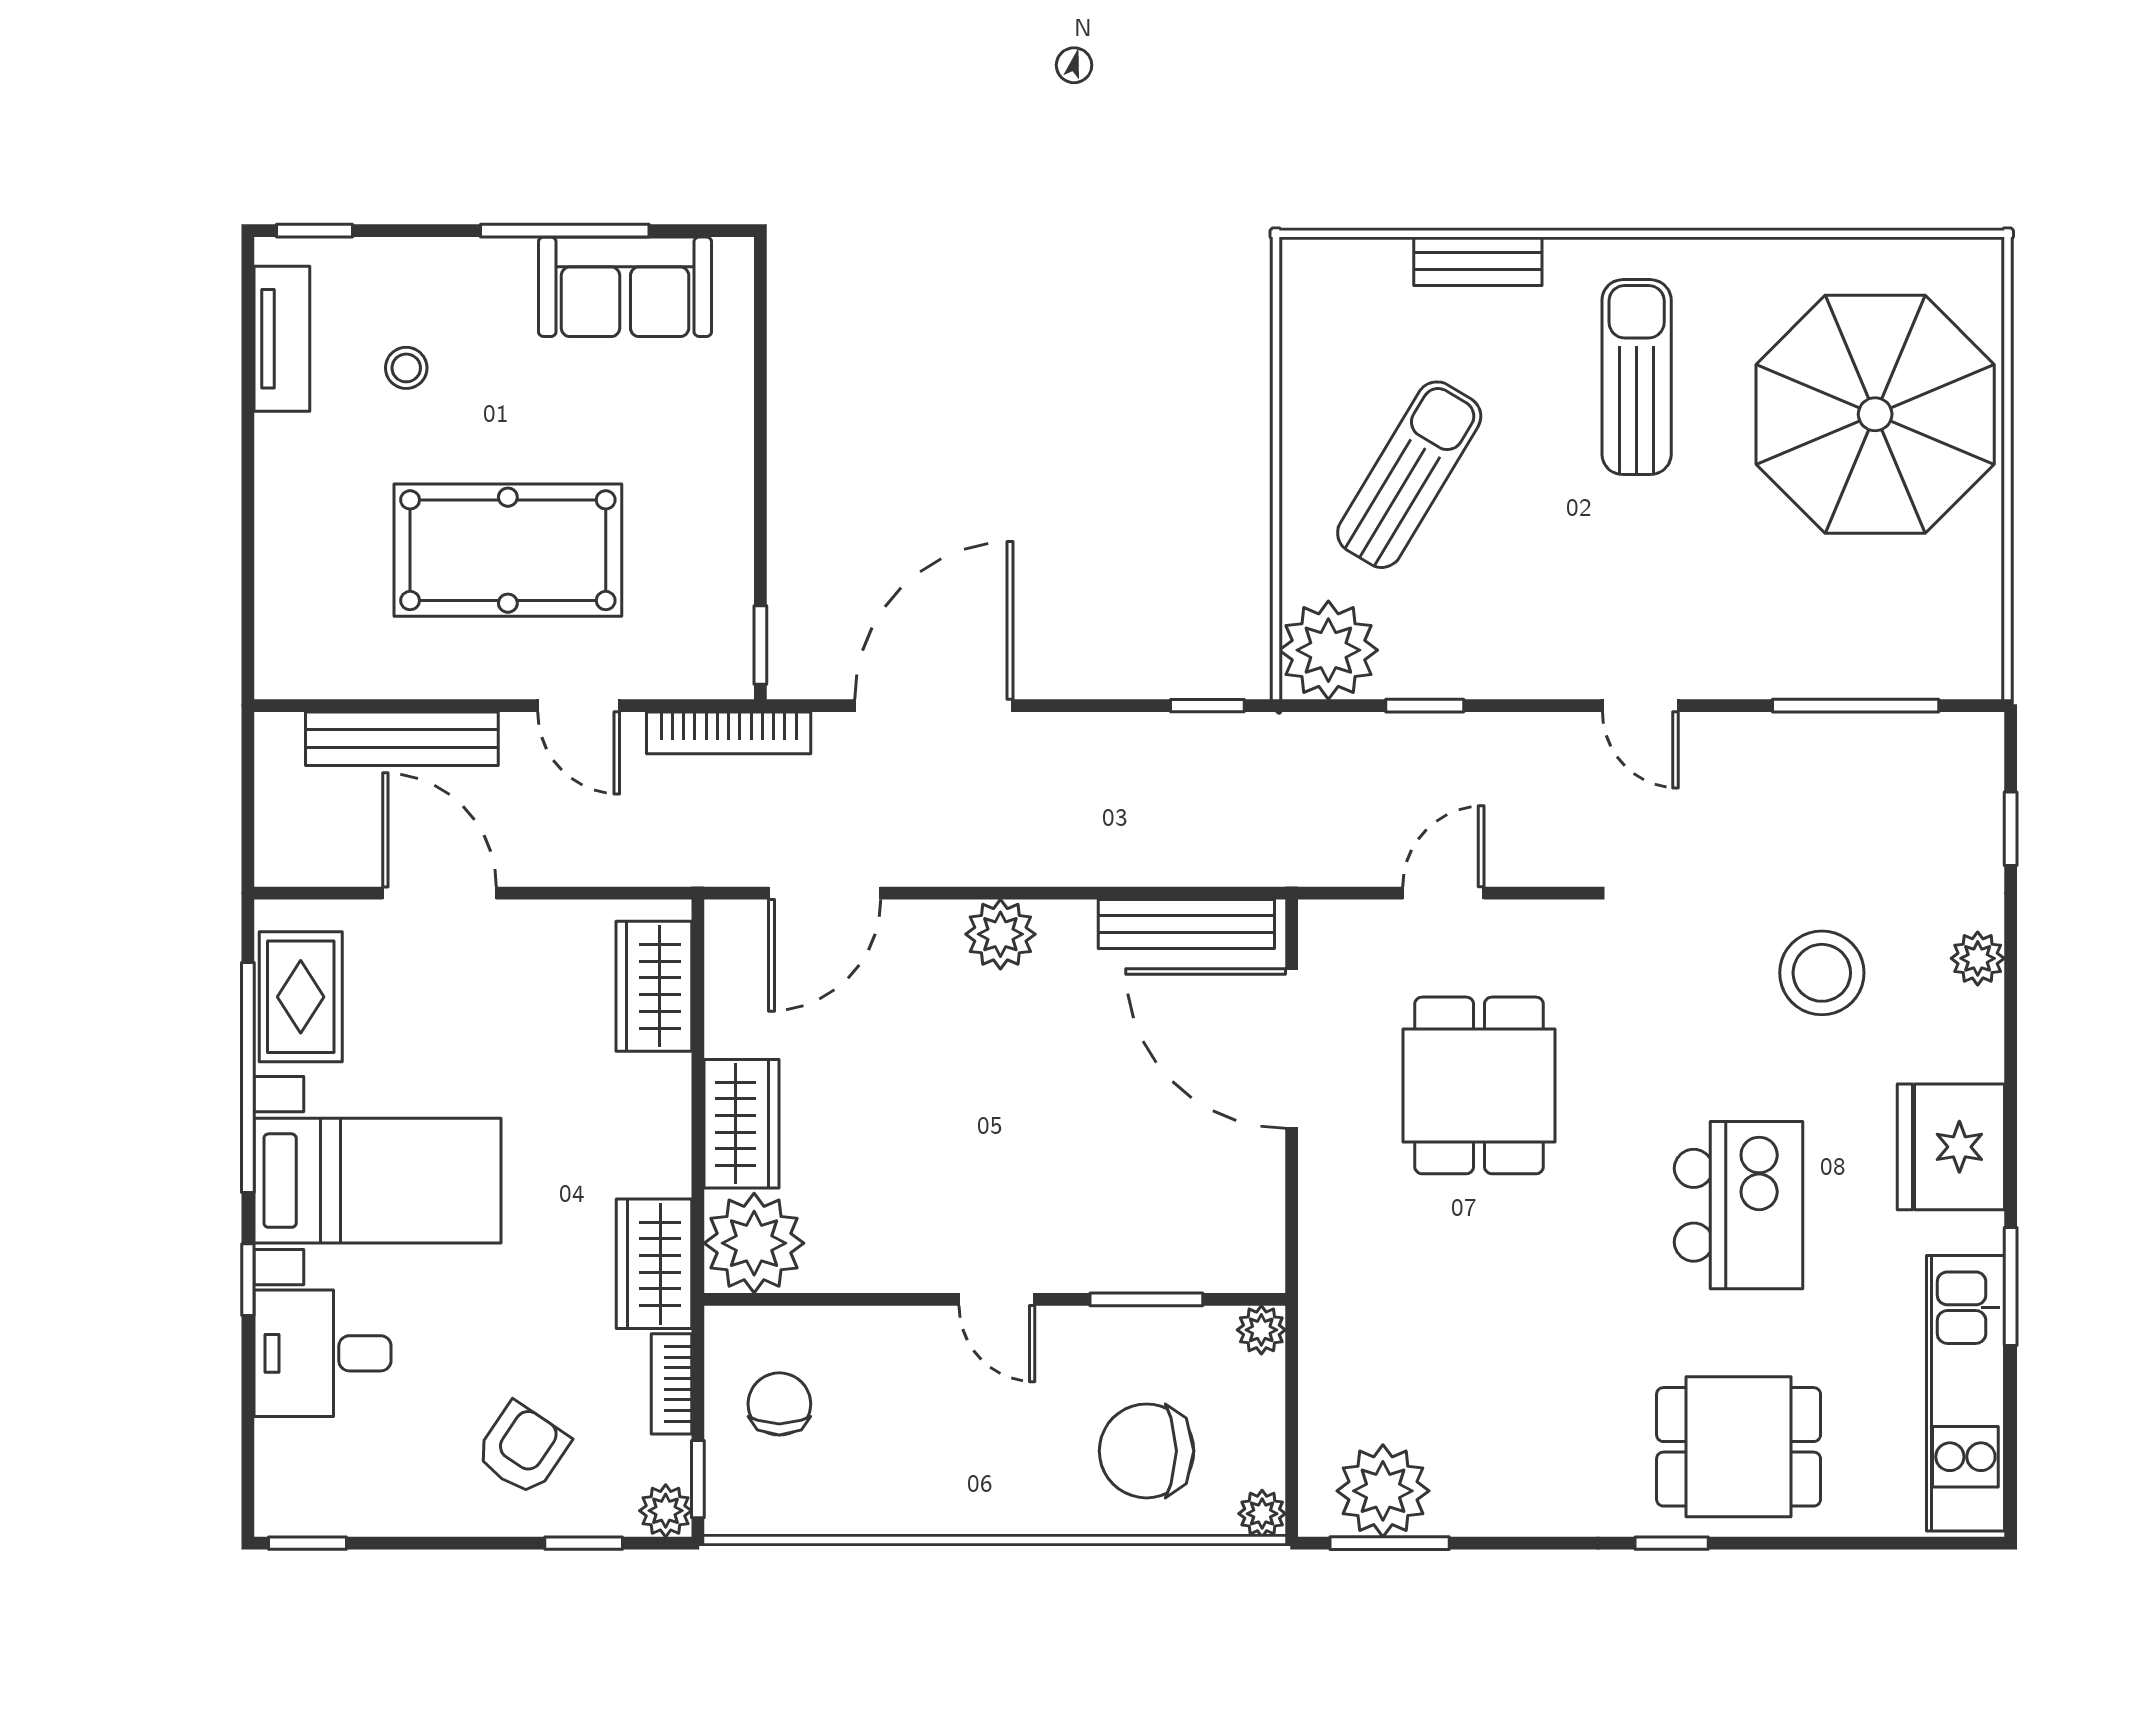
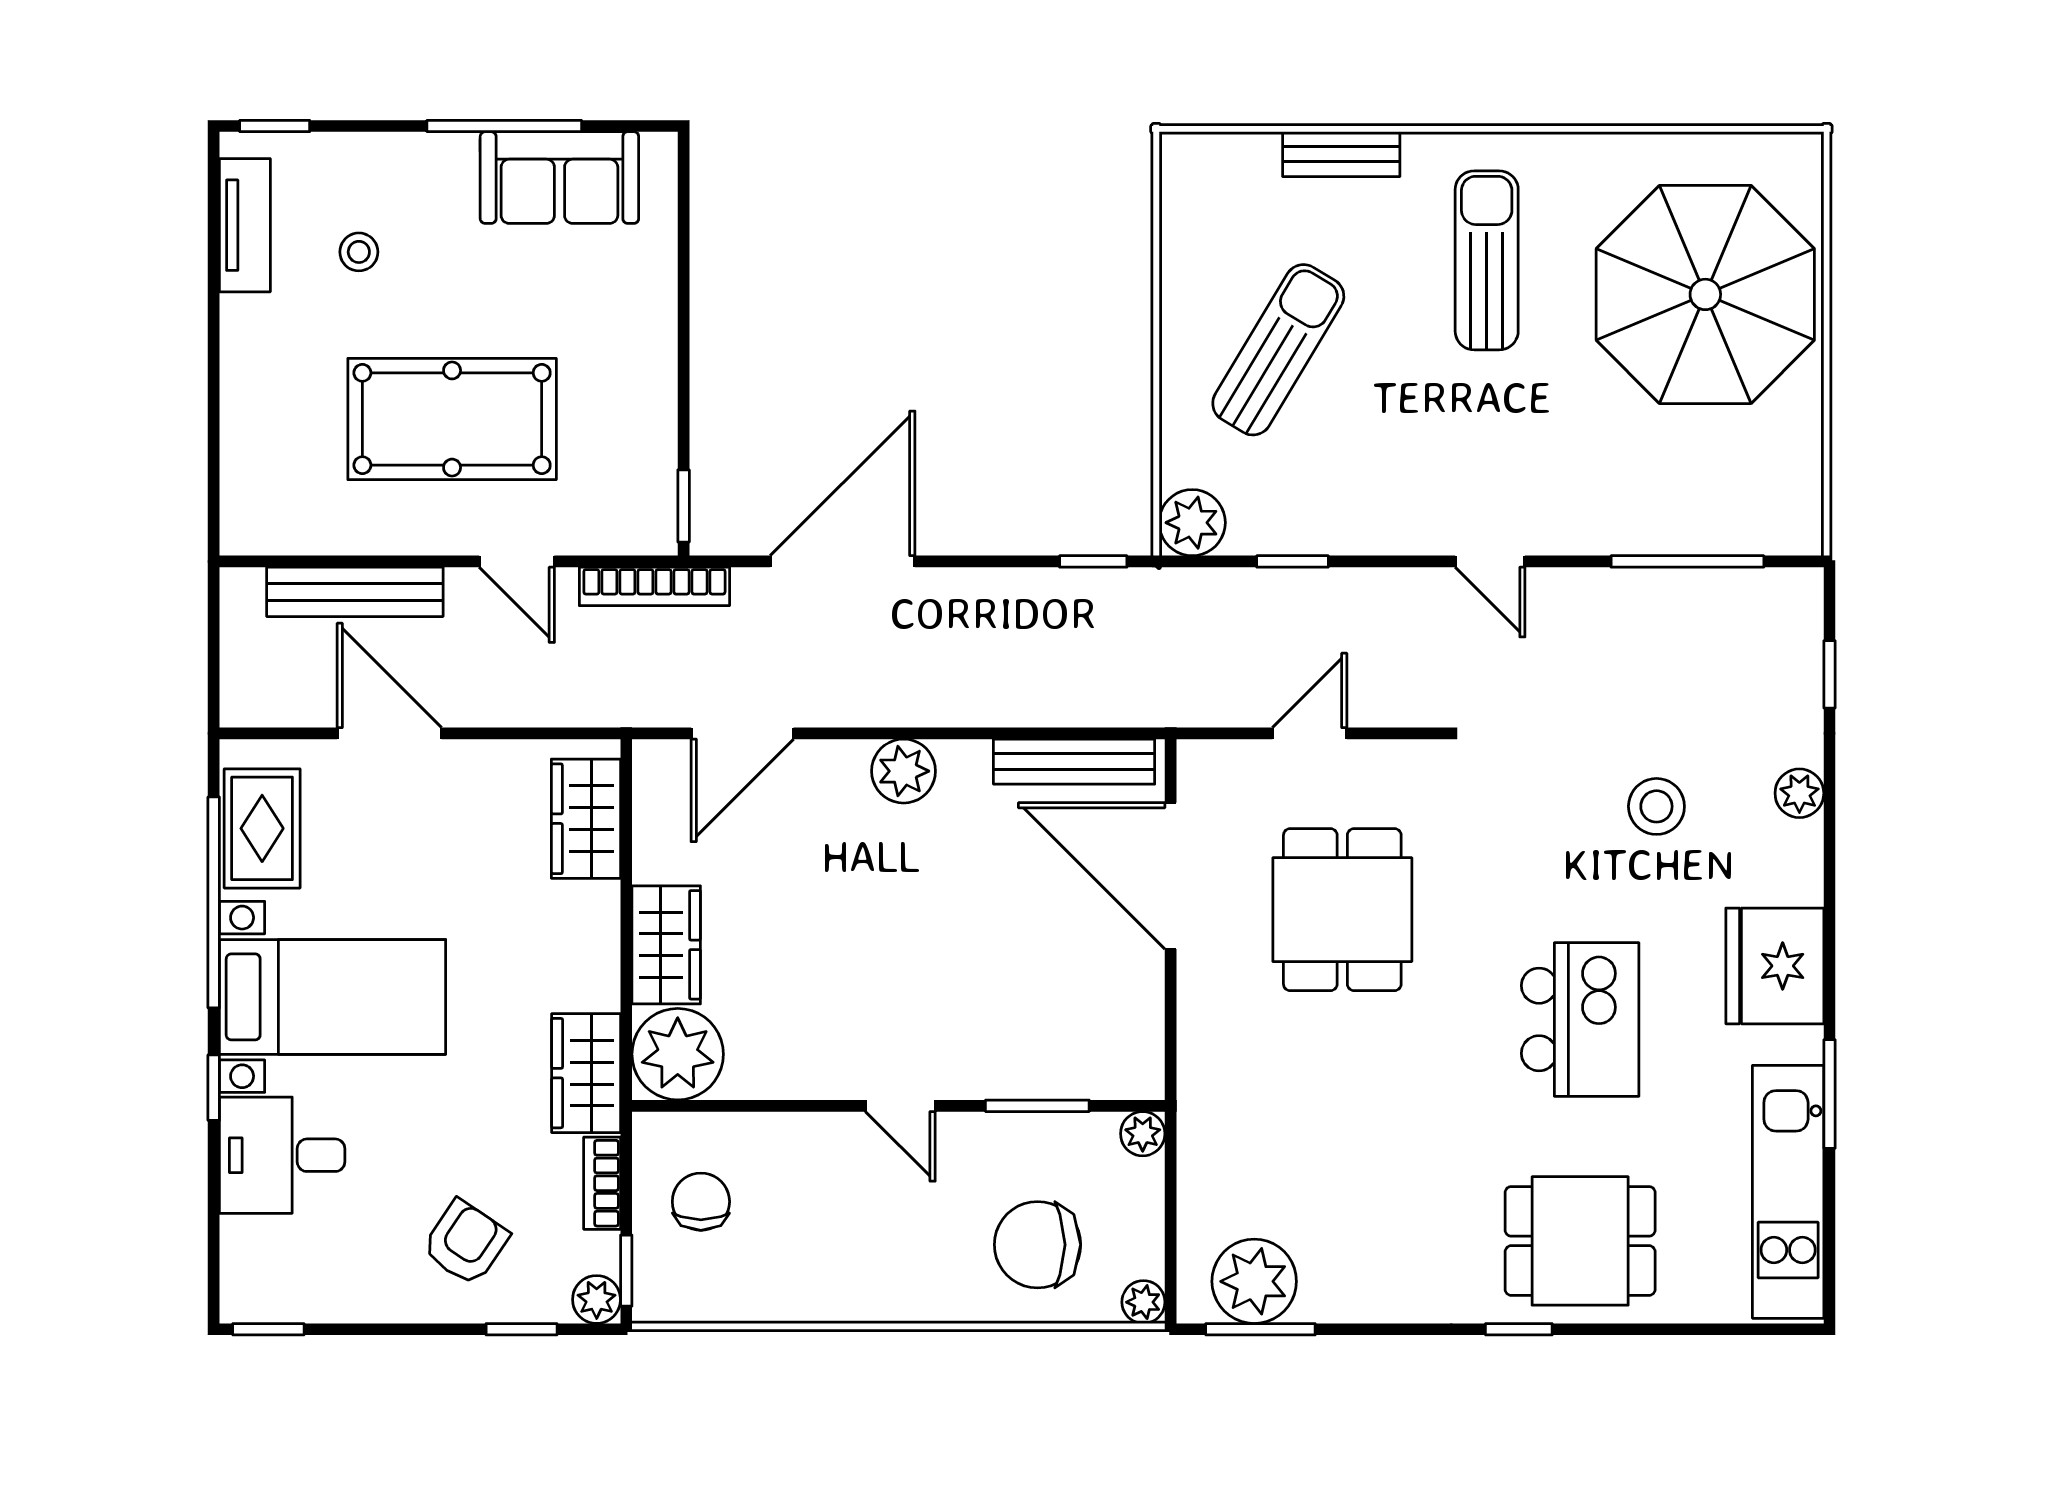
plant: (1328, 650) -> (1192, 523), width x0.73, depth x0.73
stool: (1822, 973) -> (1656, 806), width x0.73, depth x0.73

